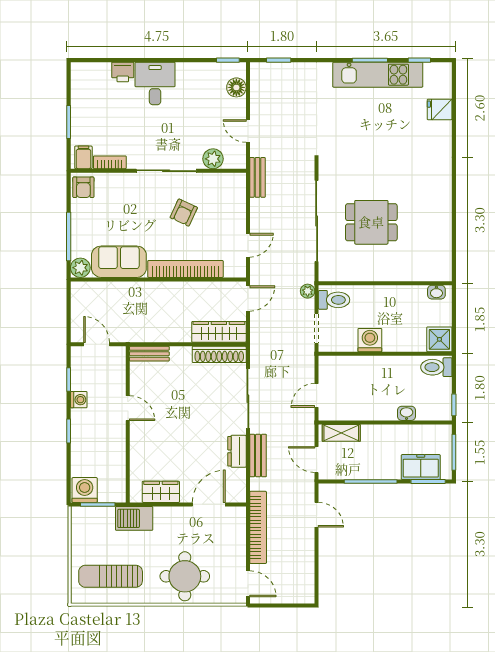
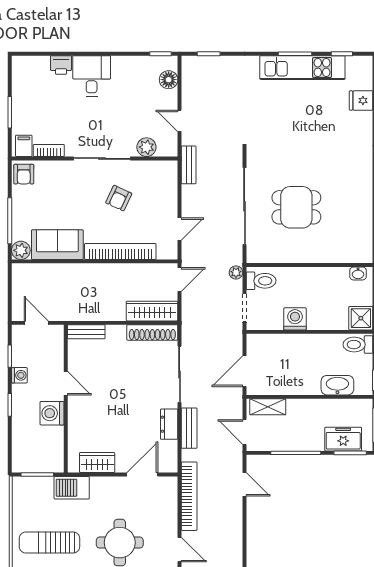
door: (317, 395) -> (245, 371), width x1.38
washbasin: (407, 413) -> (337, 385), width x1.91, depth x1.45
washing machine: (85, 490) -> (52, 413), moved, turned -90

